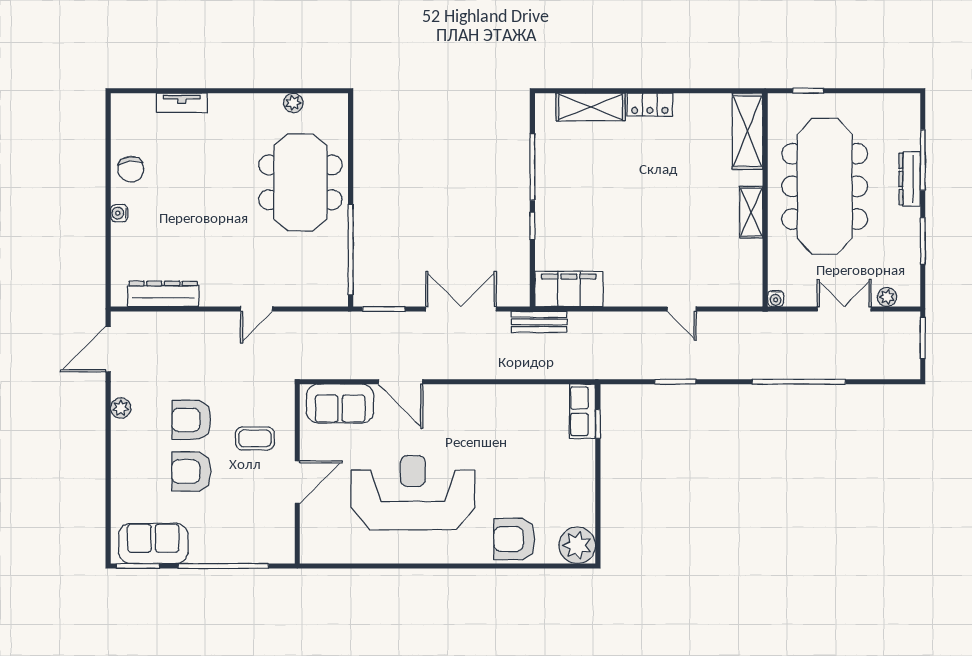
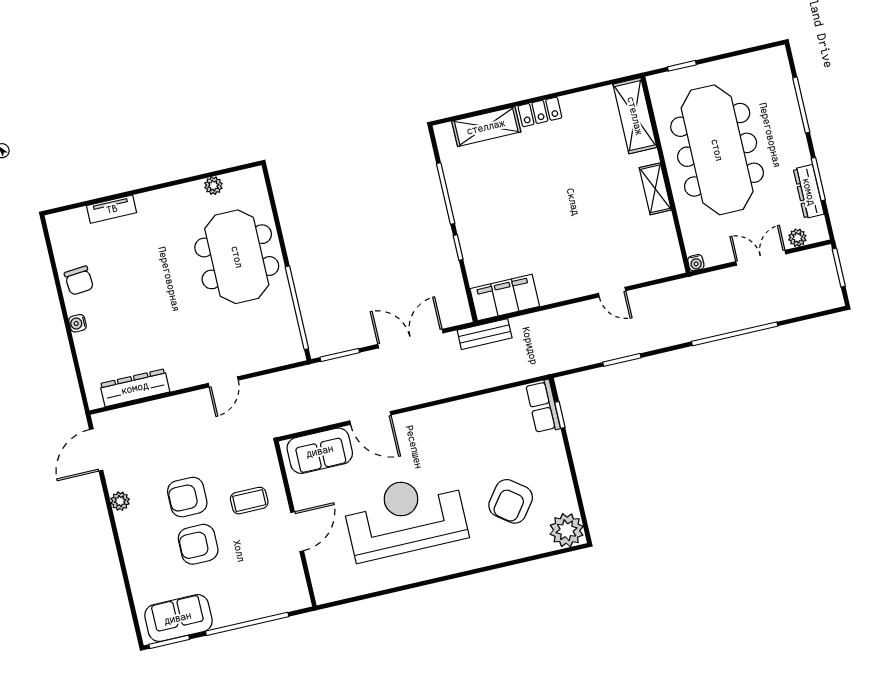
dresser: (910, 179) -> (809, 192), moved
armchair: (514, 539) -> (511, 501), moved, turned -53

